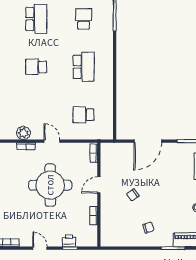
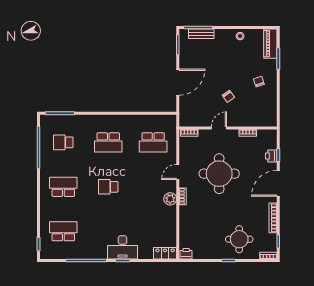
school desk: (36, 67) -> (108, 187), turned 90
school desk: (84, 67) -> (108, 142), turned 180
school desk: (84, 115) -> (153, 142), width x1.85
door: (148, 141) -> (178, 82), hinge flipped
door: (99, 185) -> (219, 128), swing flipped
door: (40, 248) -> (278, 183), width x1.88

